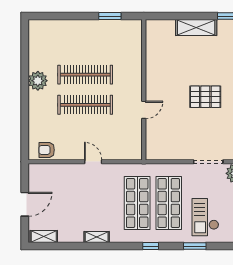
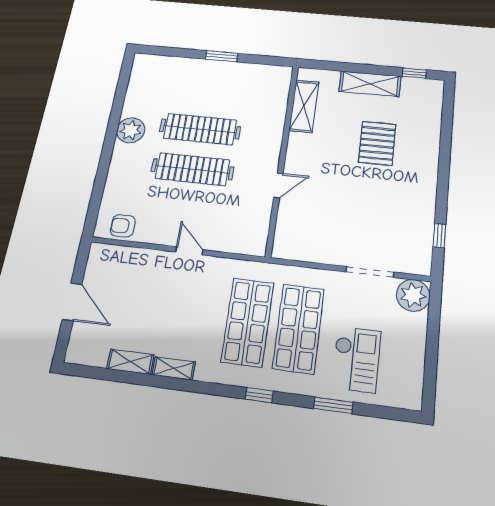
window: (110, 16) -> (222, 56), moved
shelving: (153, 49) -> (304, 106), added
pallet: (205, 97) -> (377, 143), moved, turned 90
door: (25, 204) -> (72, 302), hinge flipped
checkout: (205, 217) -> (356, 359), turned 180
shelving: (44, 237) -> (130, 362), moved

